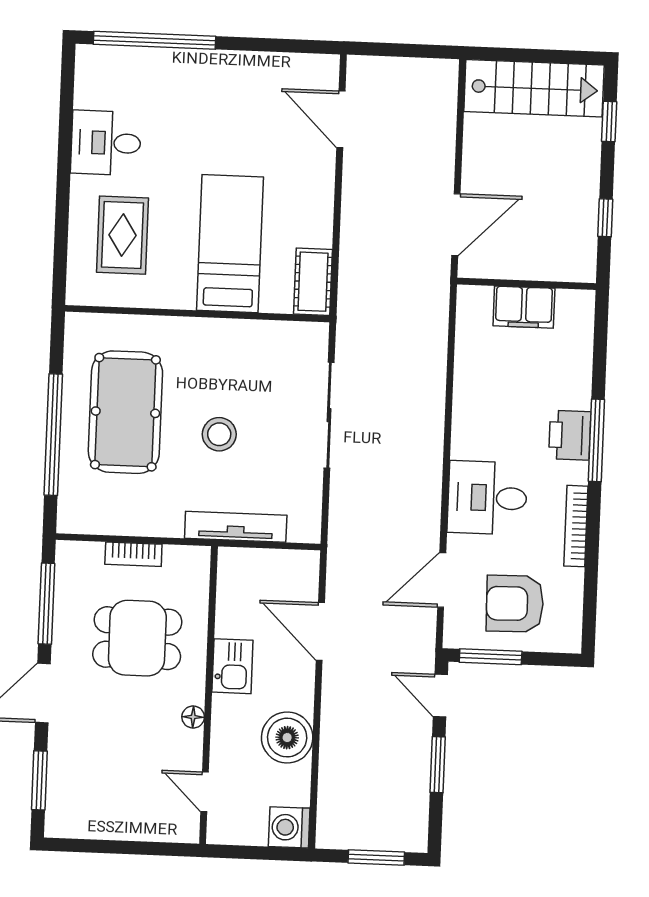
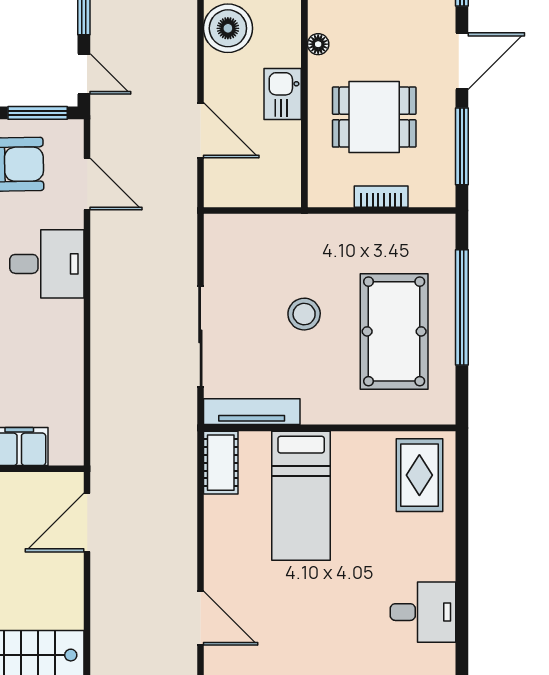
desk: (106, 143) -> (423, 612), moved
rug: (123, 235) -> (419, 475), moved
tv unit: (236, 527) -> (252, 412), moved, turned 180
door: (442, 580) -> (87, 184), hinge flipped

